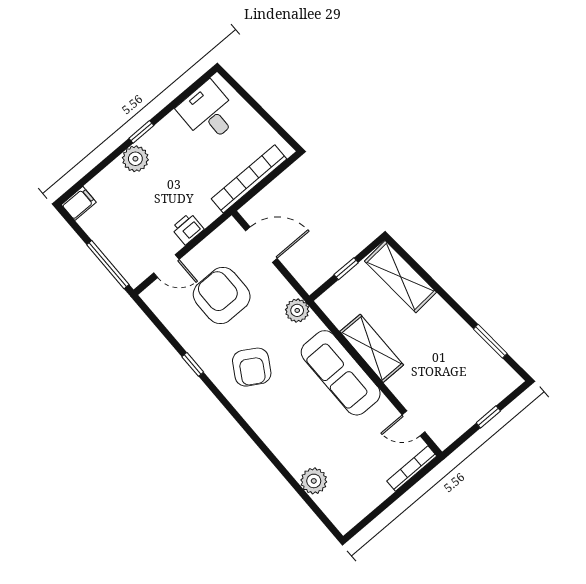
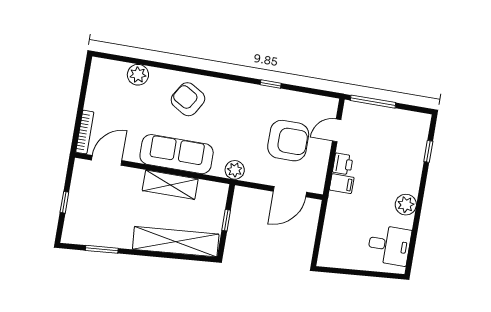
window: (141, 132) -> (428, 151), moved
plant: (135, 159) -> (406, 205), moved
bookcase: (249, 179) -> (331, 225), removed
filing cabinet: (79, 203) -> (342, 184), moved, turned -90
shelving: (400, 277) -> (176, 242), width x1.47
armchair: (252, 367) -> (188, 99), moved
door: (413, 423) -> (107, 160), width x1.38

